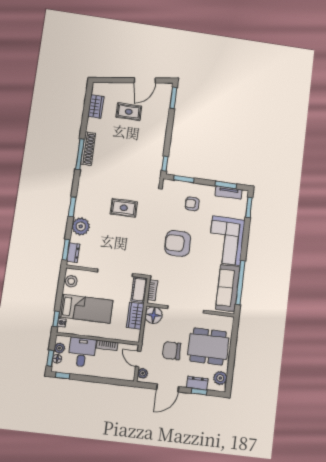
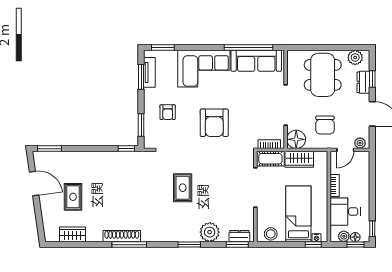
chair: (172, 351) -> (325, 125), moved

